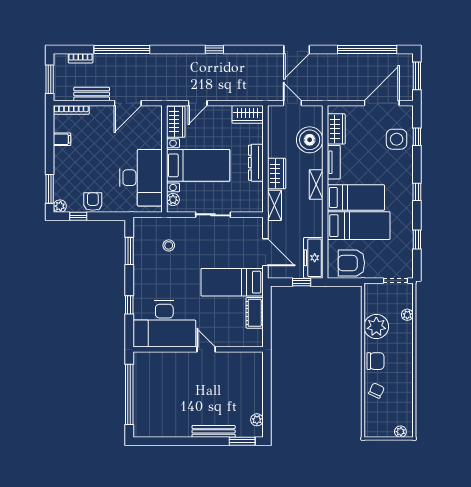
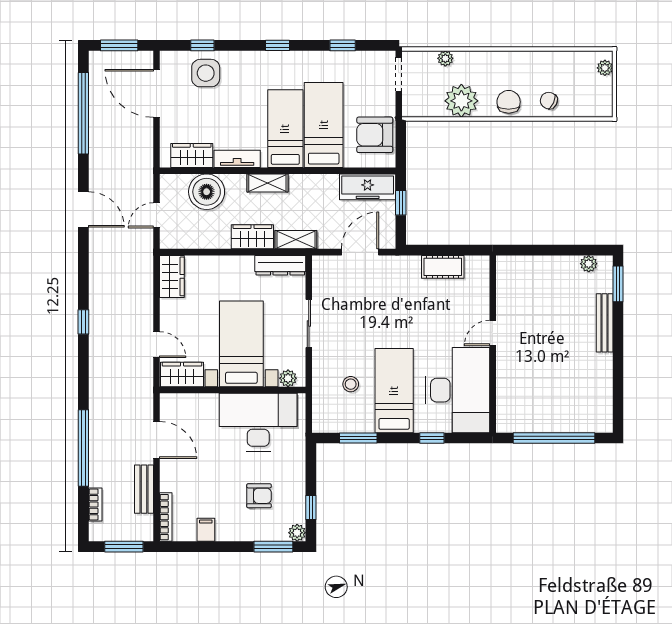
dresser: (256, 163) -> (280, 265), moved
armchair: (93, 202) -> (259, 496), moved, turned 180
armchair: (351, 263) -> (375, 135), turned 90
bed: (232, 282) -> (394, 391), moved, turned 180

